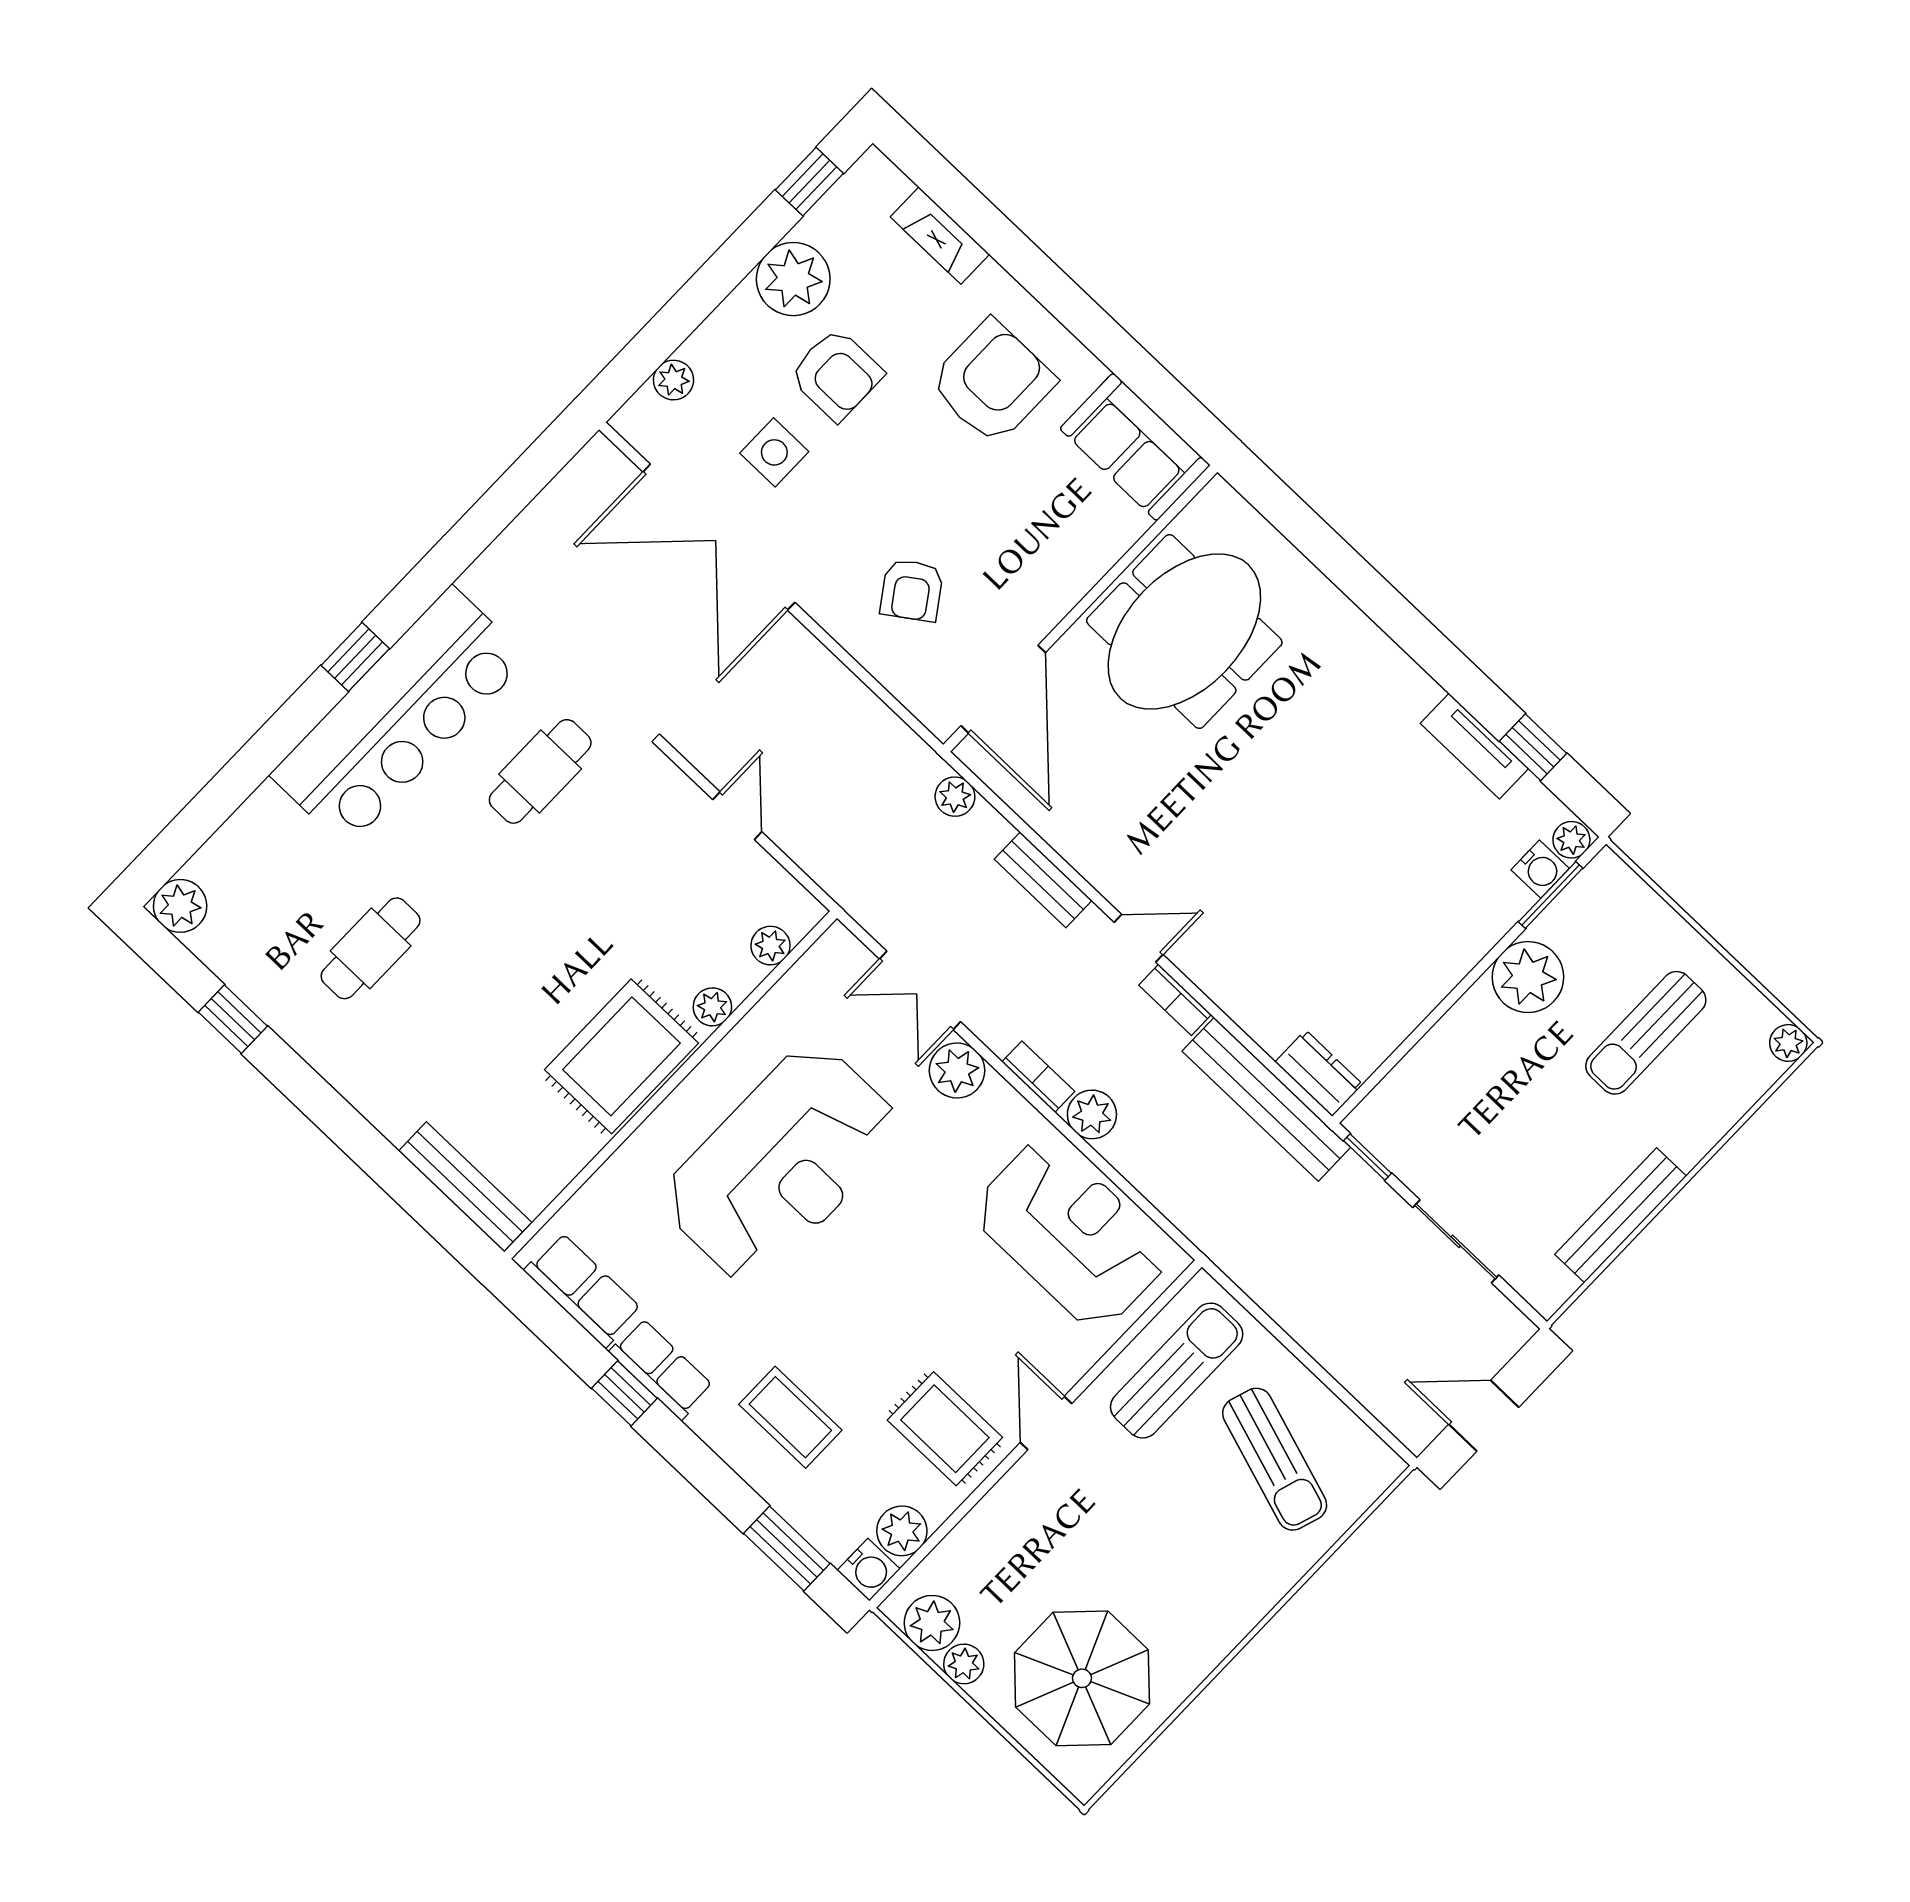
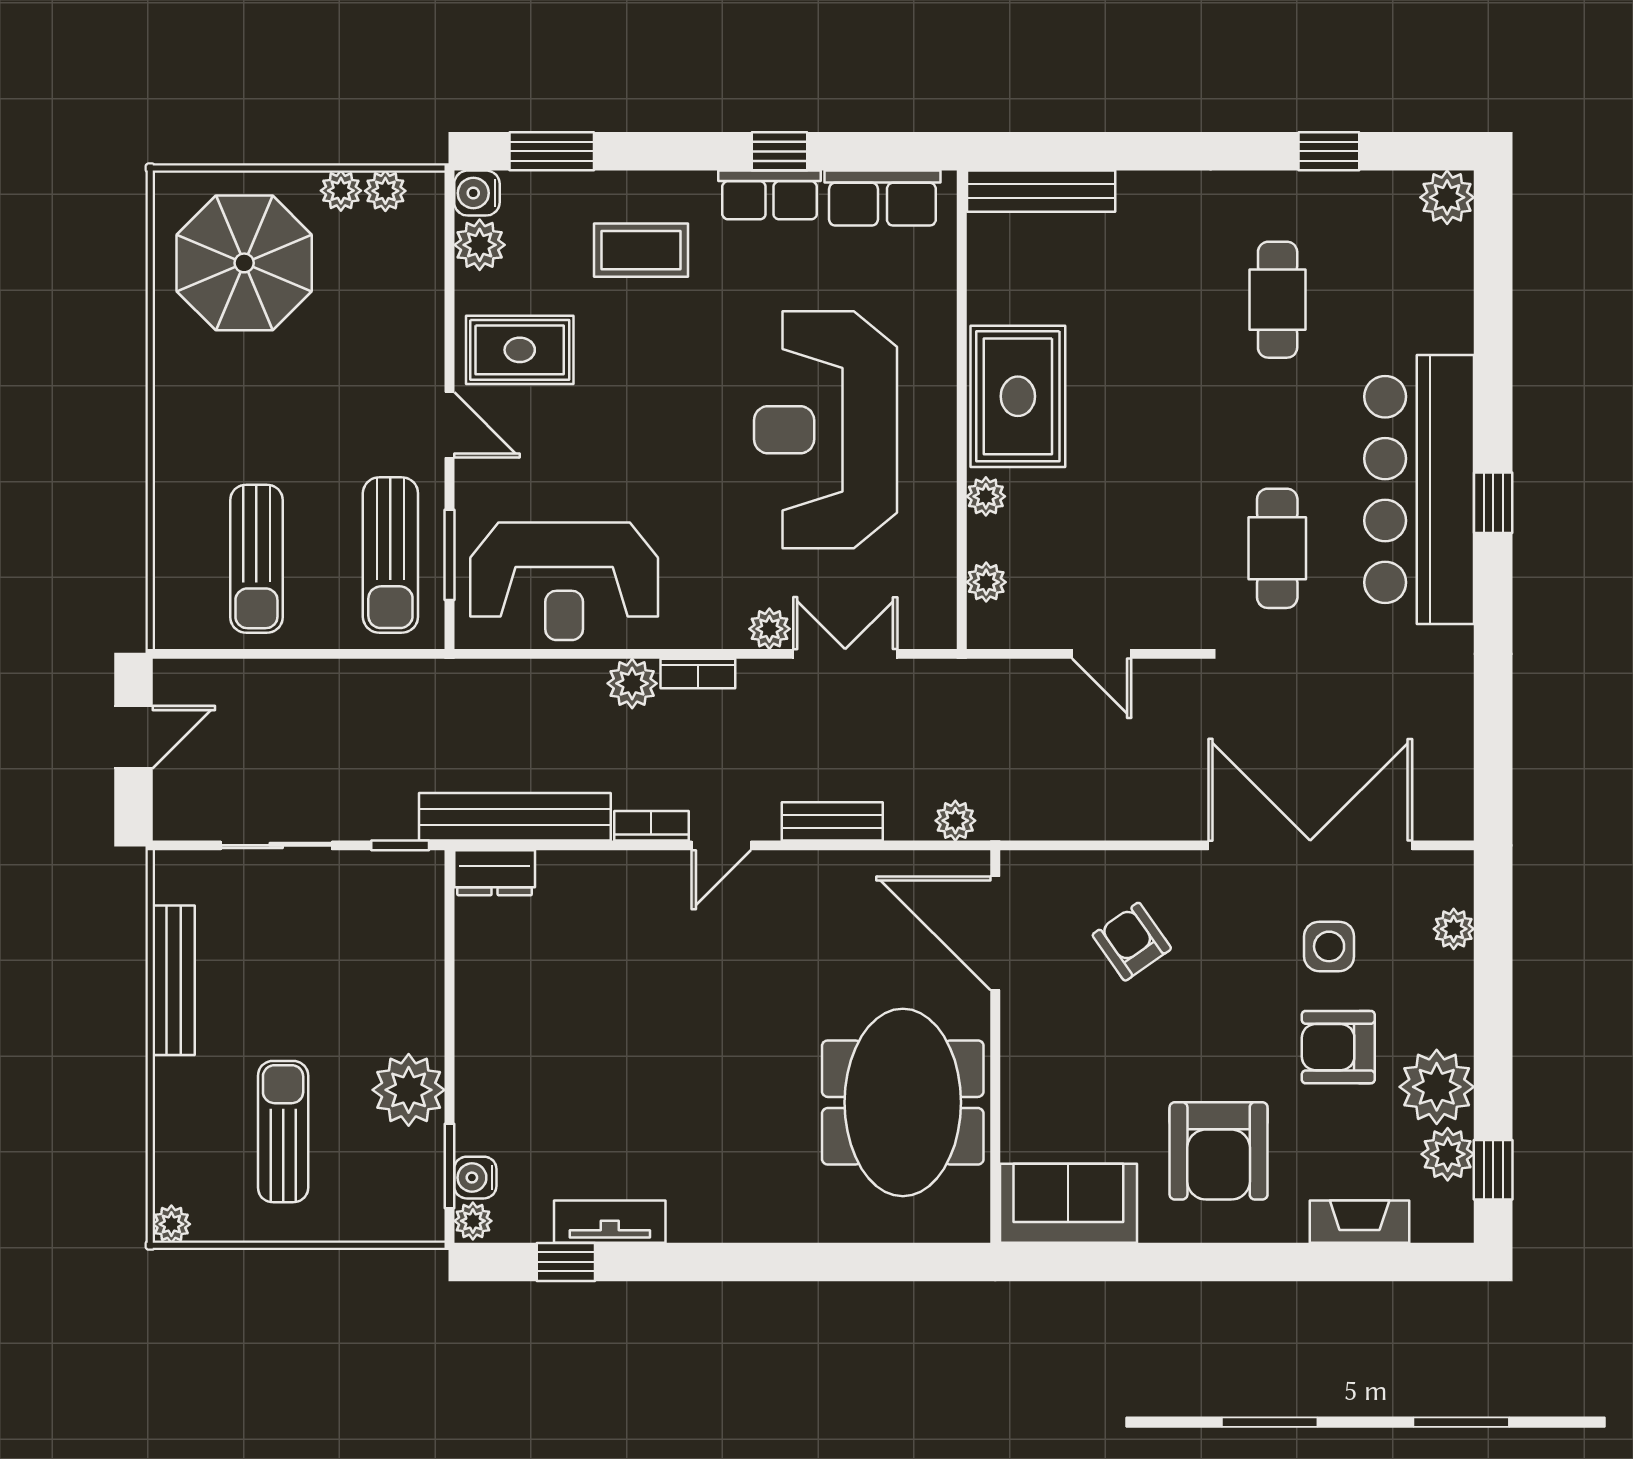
plant: (831, 224) -> (1448, 1154), added
plant: (957, 1070) -> (769, 629), width x0.73, depth x0.73
window: (1134, 1330) -> (449, 555), added
sun lounger: (1275, 1459) -> (256, 559), turned -108
plant: (932, 1623) -> (385, 191), width x0.73, depth x0.73

